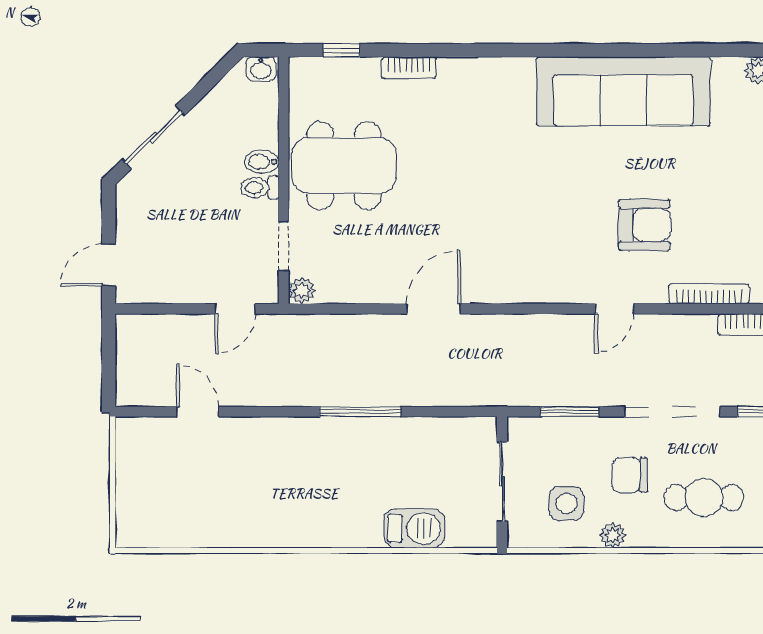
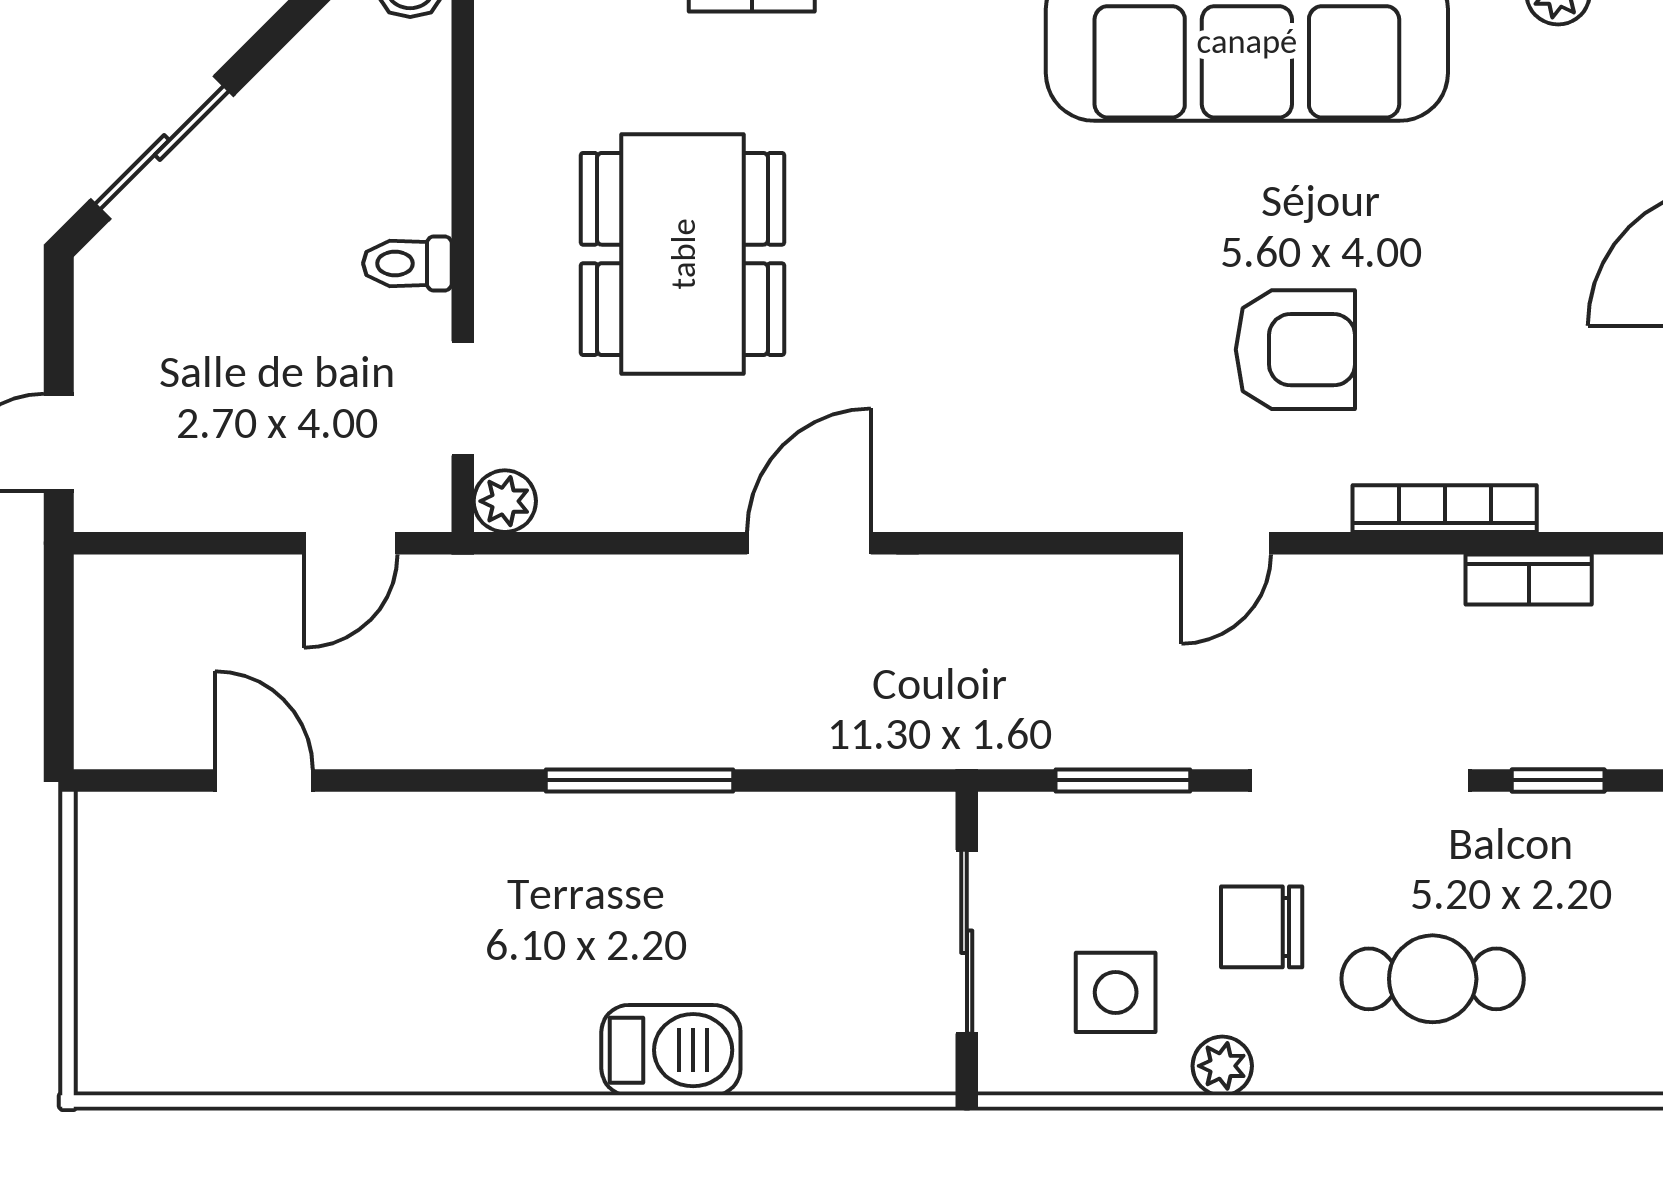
bidet: (262, 162) -> (412, 204), removed
dining table: (344, 166) -> (683, 254), moved, turned 90
barbecue: (414, 528) -> (671, 1050), moved

